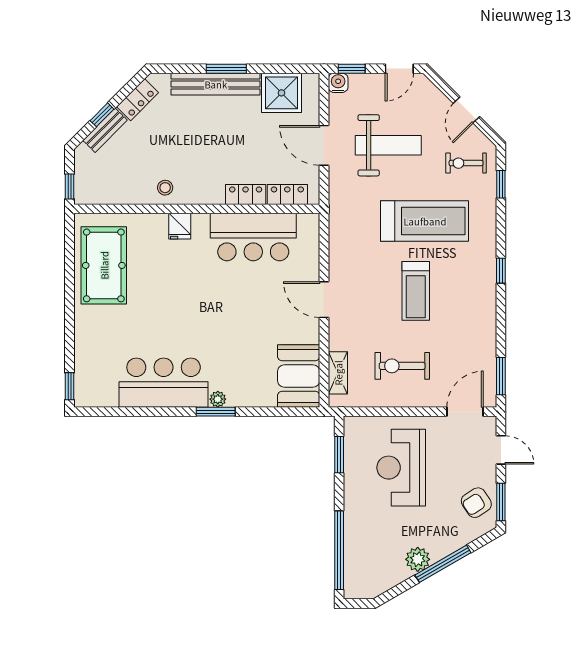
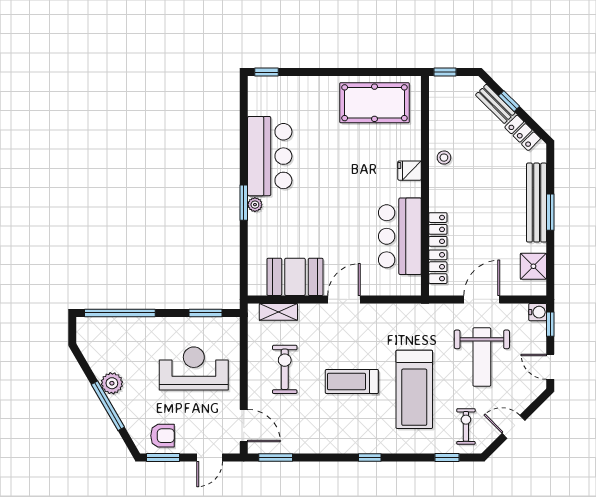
shower: (281, 93) -> (533, 266), width x0.73, depth x0.73
booth: (299, 376) -> (295, 277), moved
armchair: (476, 503) -> (163, 436), turned 123

